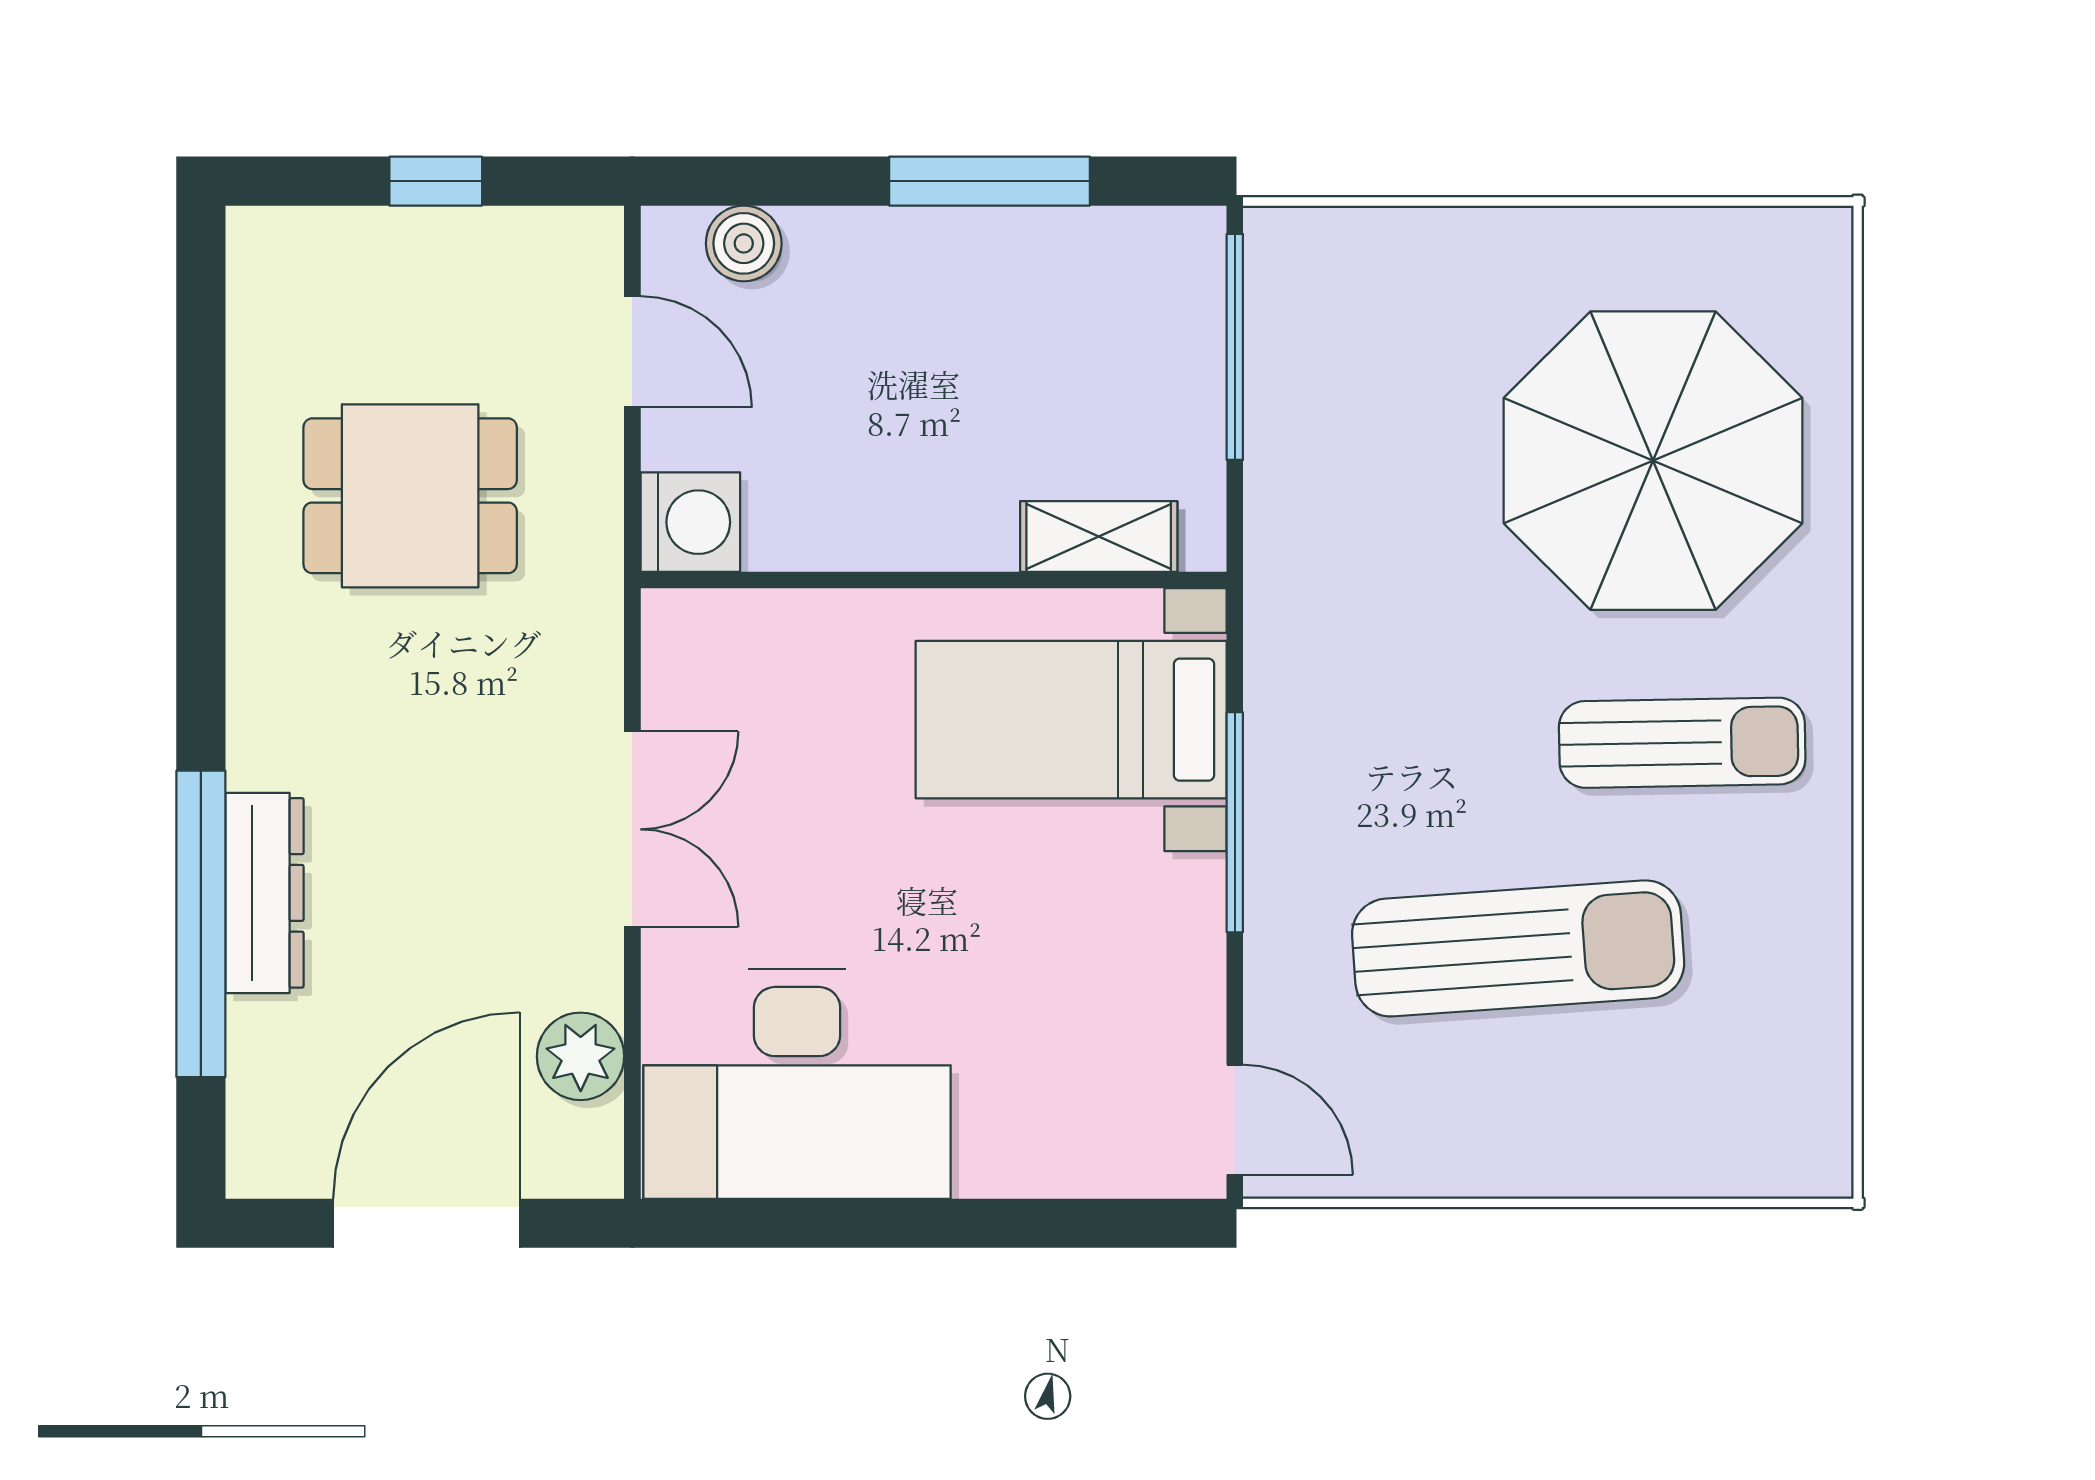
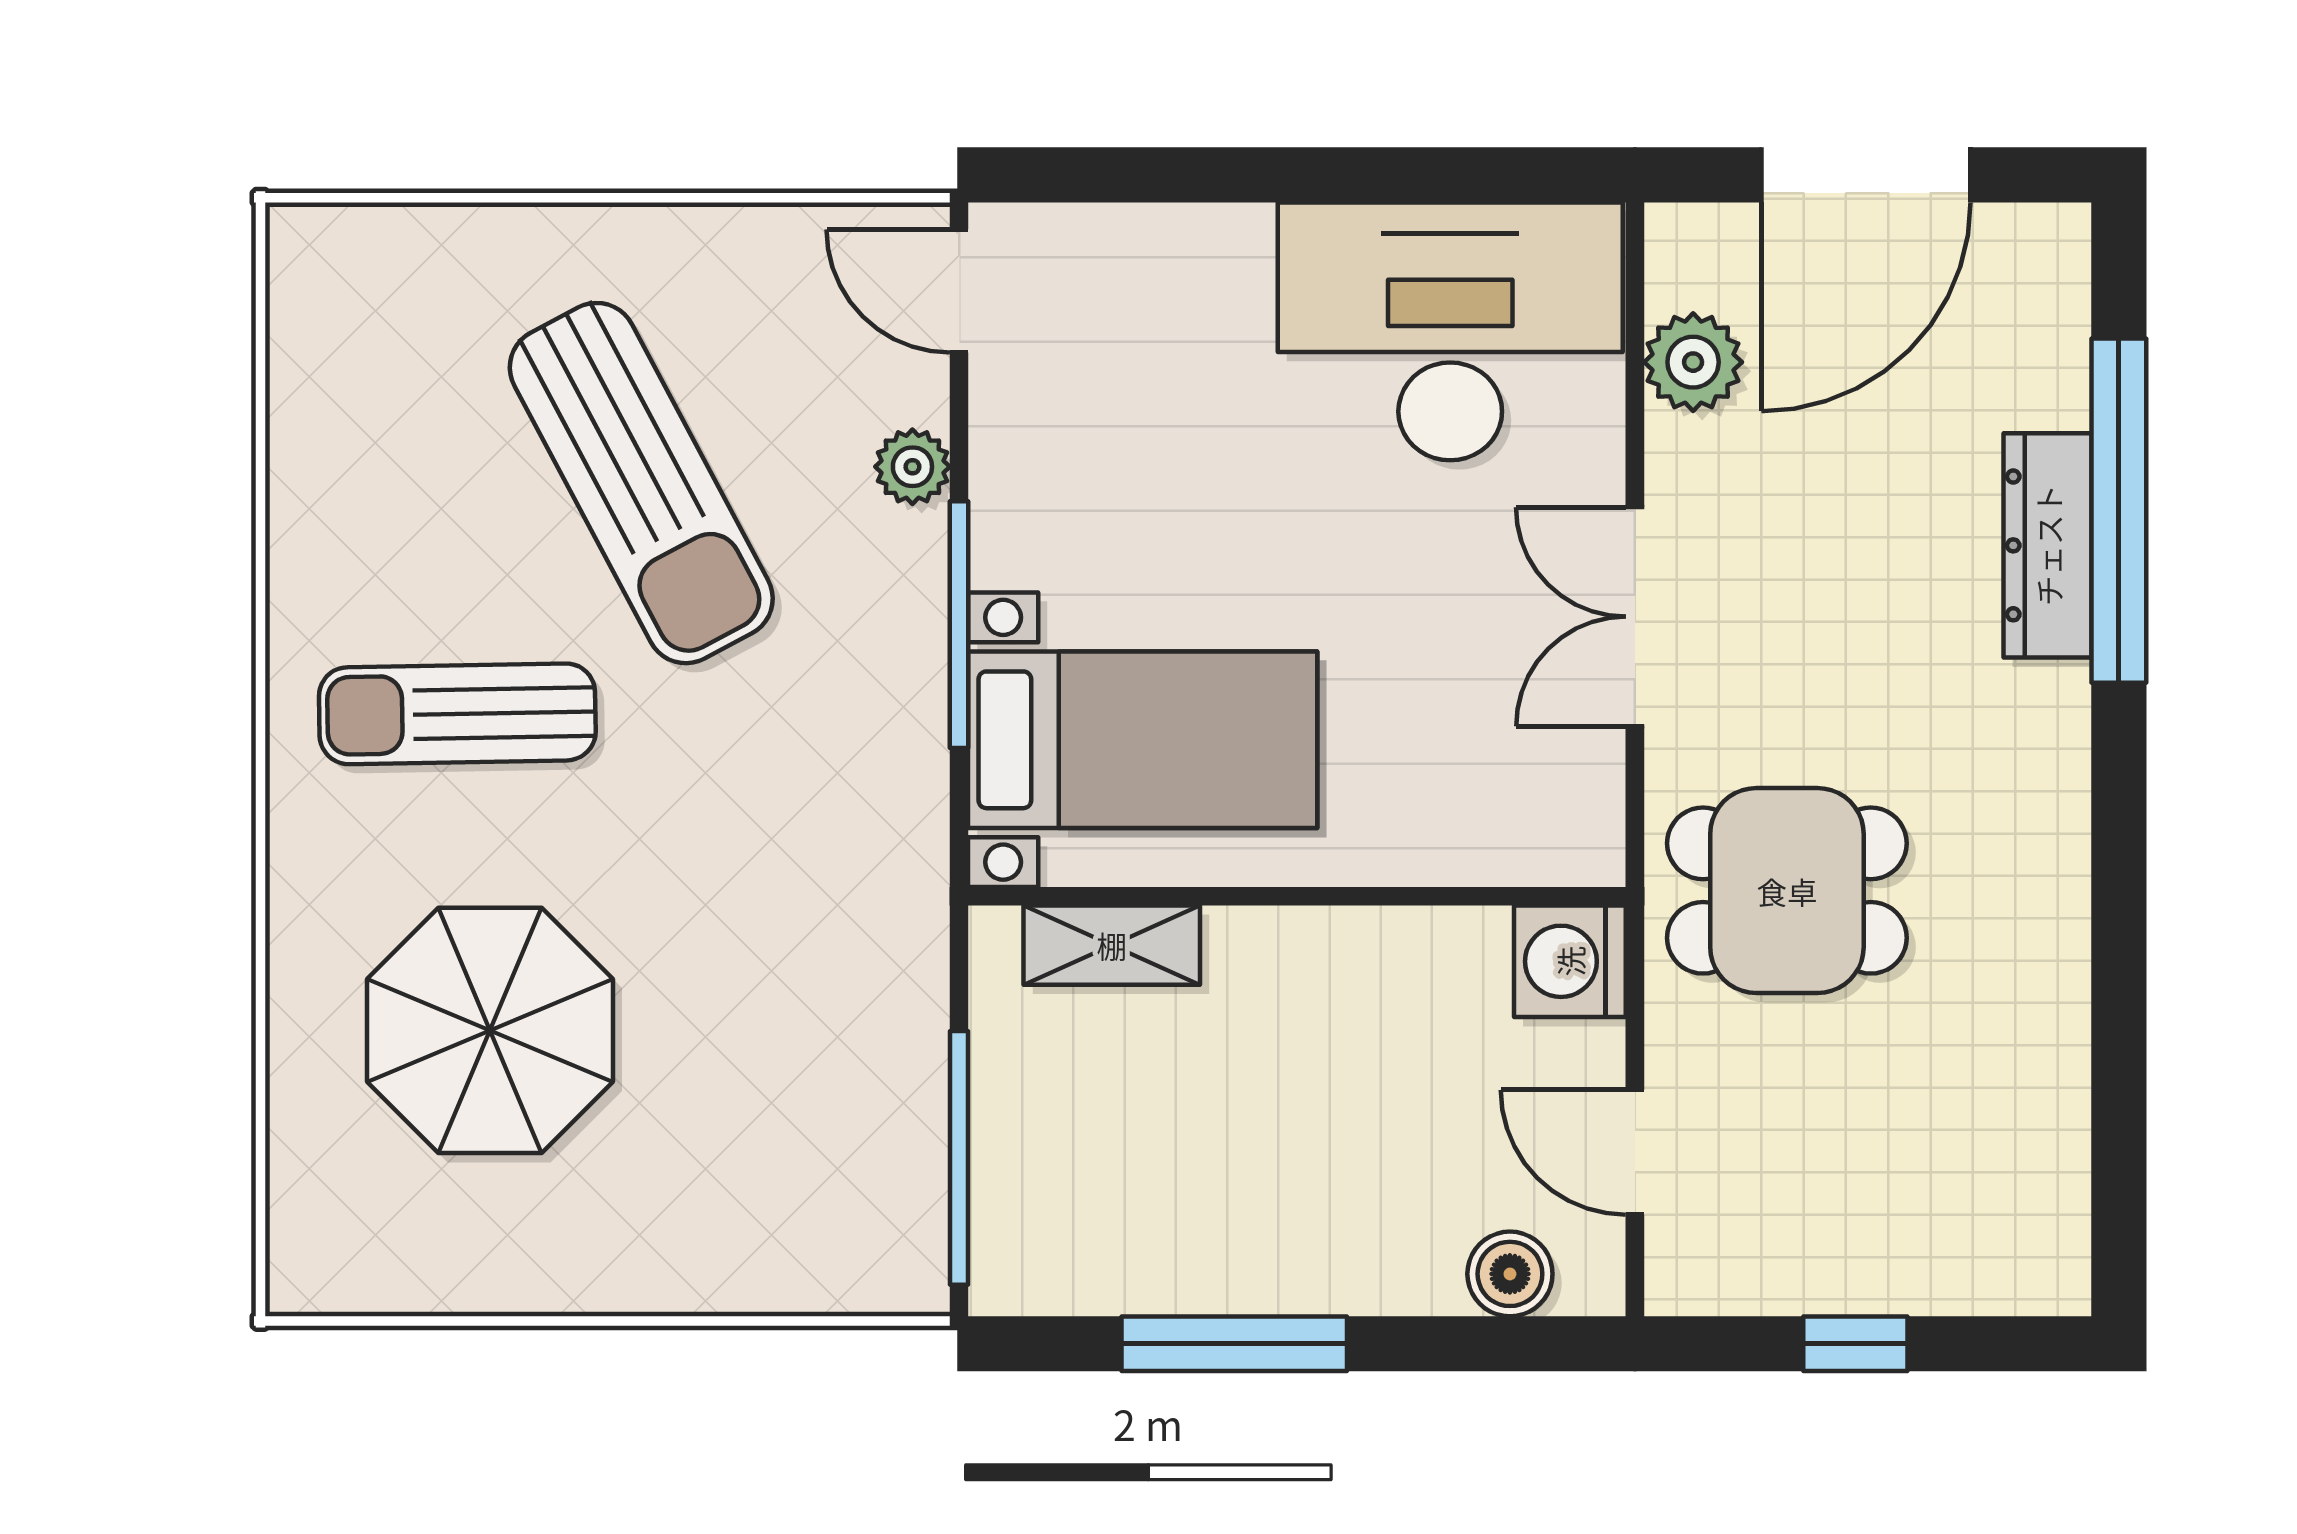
parasol: (1653, 461) -> (490, 1030), width x0.73, depth x0.73
dining table: (410, 496) -> (1787, 891), moved
sun lounger: (1518, 948) -> (641, 483), turned -114
plant: (1276, 963) -> (912, 467), added

